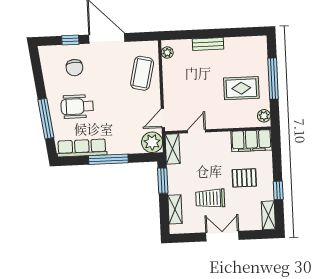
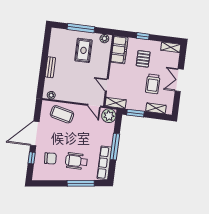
wheelchair: (77, 107) -> (76, 161), turned 90
window: (278, 190) -> (143, 36), moved

